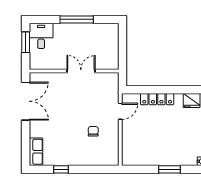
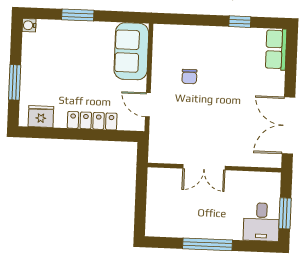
door: (120, 111) -> (148, 105), hinge flipped
sofa: (133, 147) -> (131, 51), added

